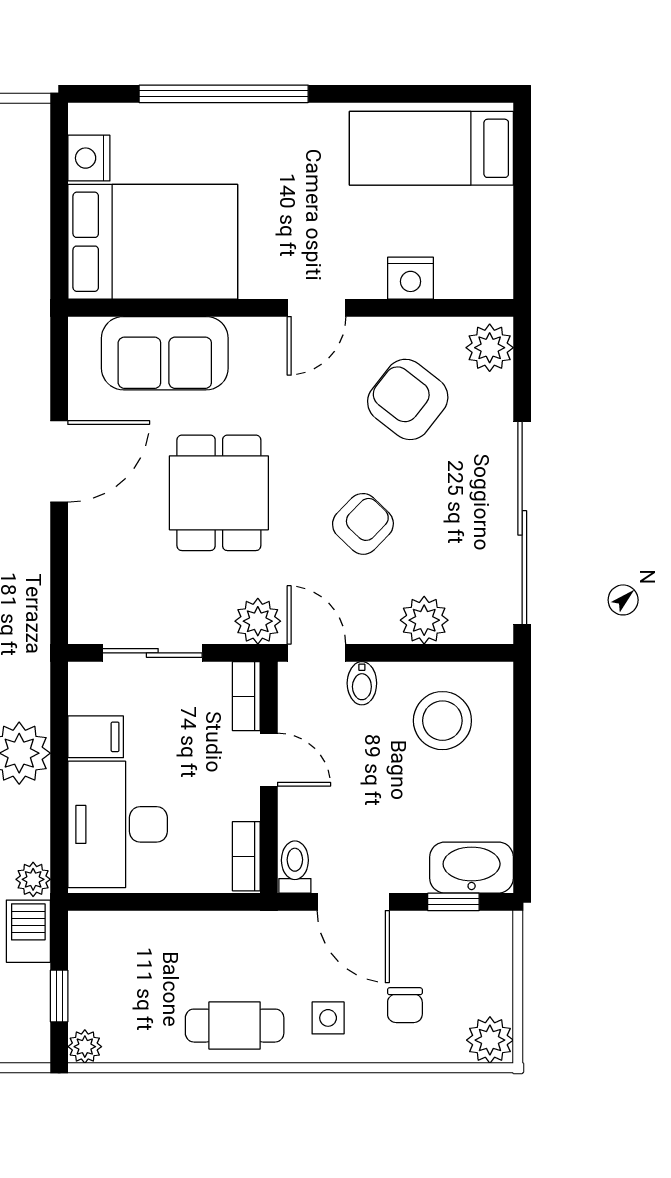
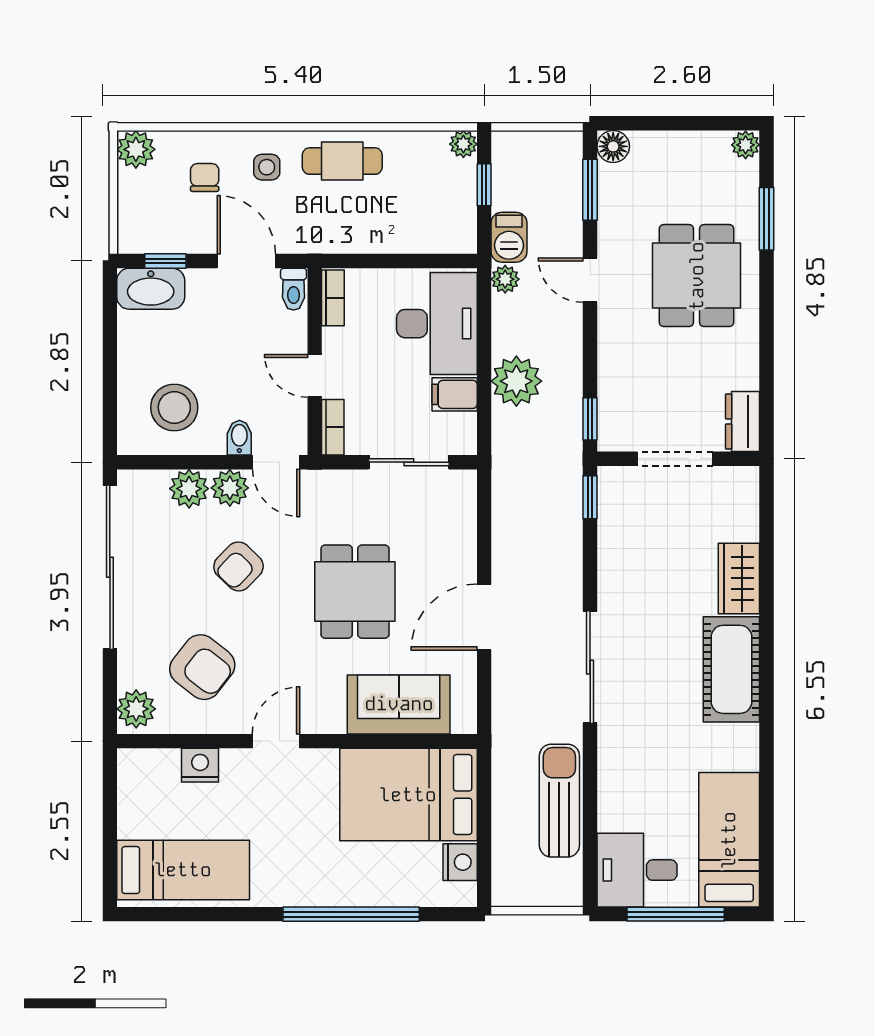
plant: (258, 621) -> (230, 488), moved

